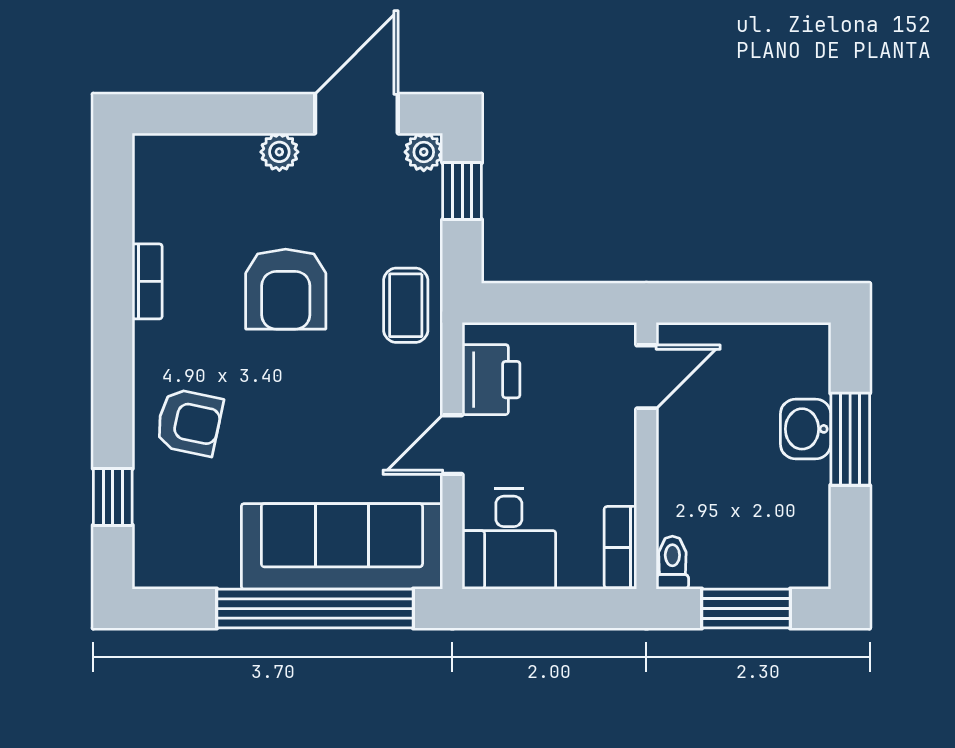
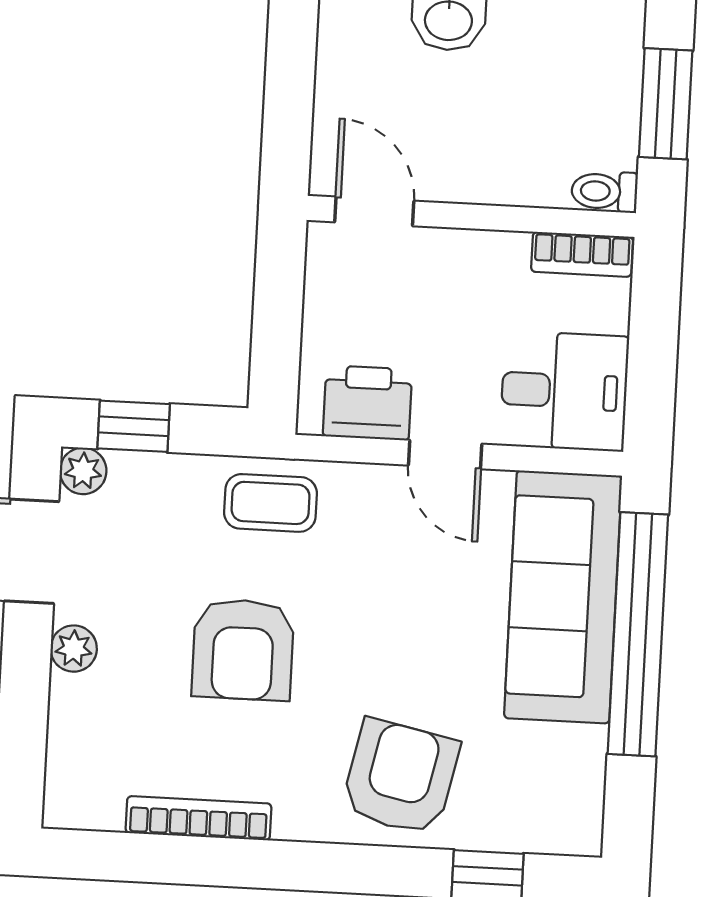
bookcase: (147, 281) -> (199, 818), width x1.56
armchair: (286, 289) -> (243, 650), turned 90
armchair: (189, 422) -> (400, 777), width x1.38, depth x1.38

